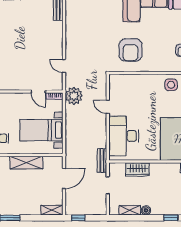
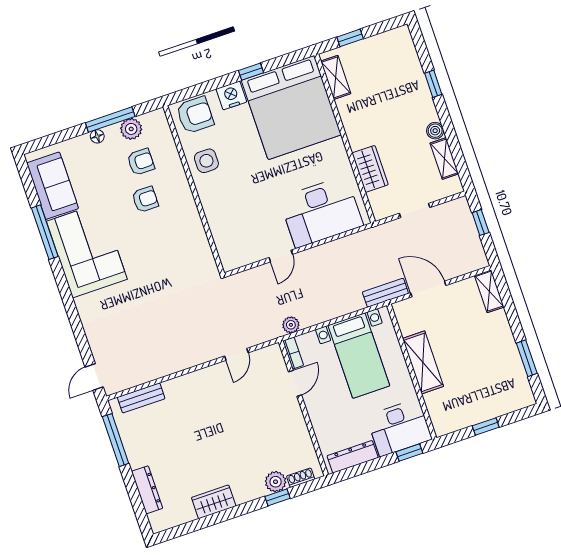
armchair: (130, 50) -> (145, 199), moved, width x0.53, depth x0.53
plant: (74, 96) -> (291, 325), width x0.53, depth x0.53
bench: (102, 160) -> (385, 293), moved
window: (78, 218) -> (481, 223), moved

